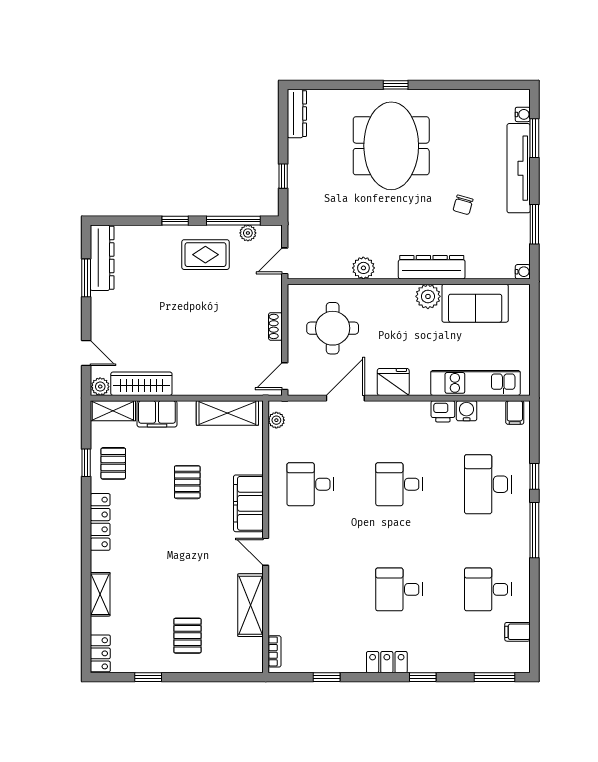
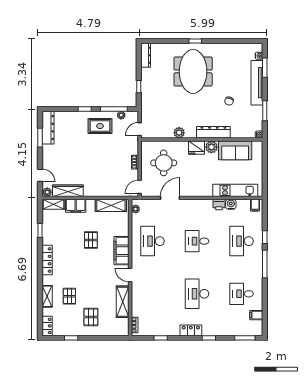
fridge: (393, 382) -> (197, 148), moved, turned 180
pallet: (113, 463) -> (69, 296), moved
desk: (310, 484) -> (153, 241), width x1.37
desk: (399, 589) -> (197, 294), width x1.37

